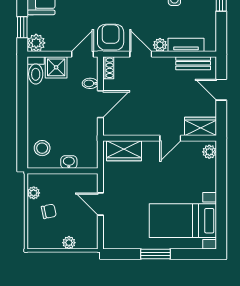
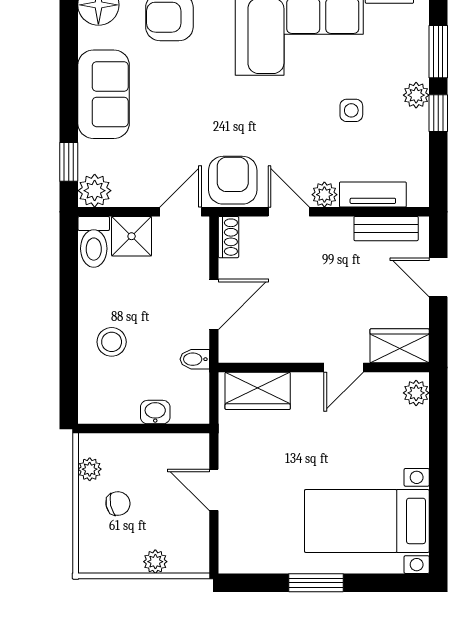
bidet: (90, 83) -> (195, 359), moved
stool: (42, 148) -> (112, 342), moved

